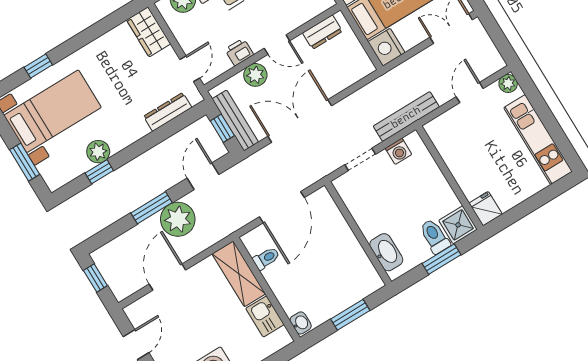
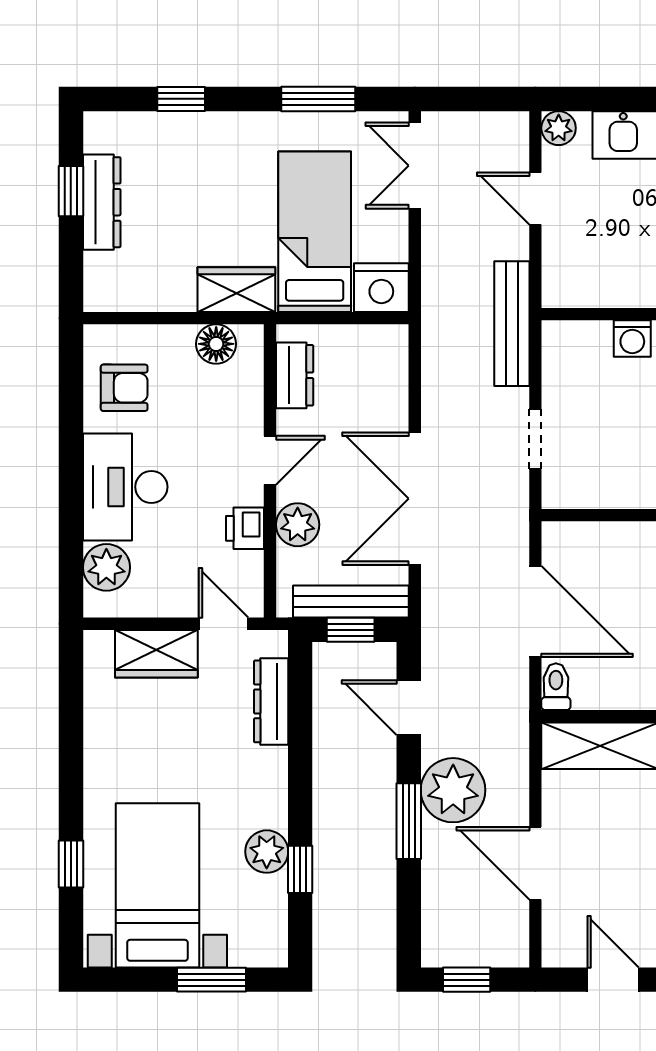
wardrobe: (149, 32) -> (156, 654), moved
washing machine: (398, 151) -> (632, 339), moved, turned 90
toilet: (266, 258) -> (556, 687), moved

